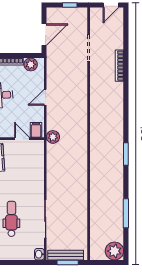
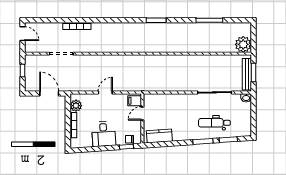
door: (45, 97) -> (105, 92), swing flipped
plant: (53, 137) -> (141, 86), removed
plant: (114, 251) -> (243, 44), moved

